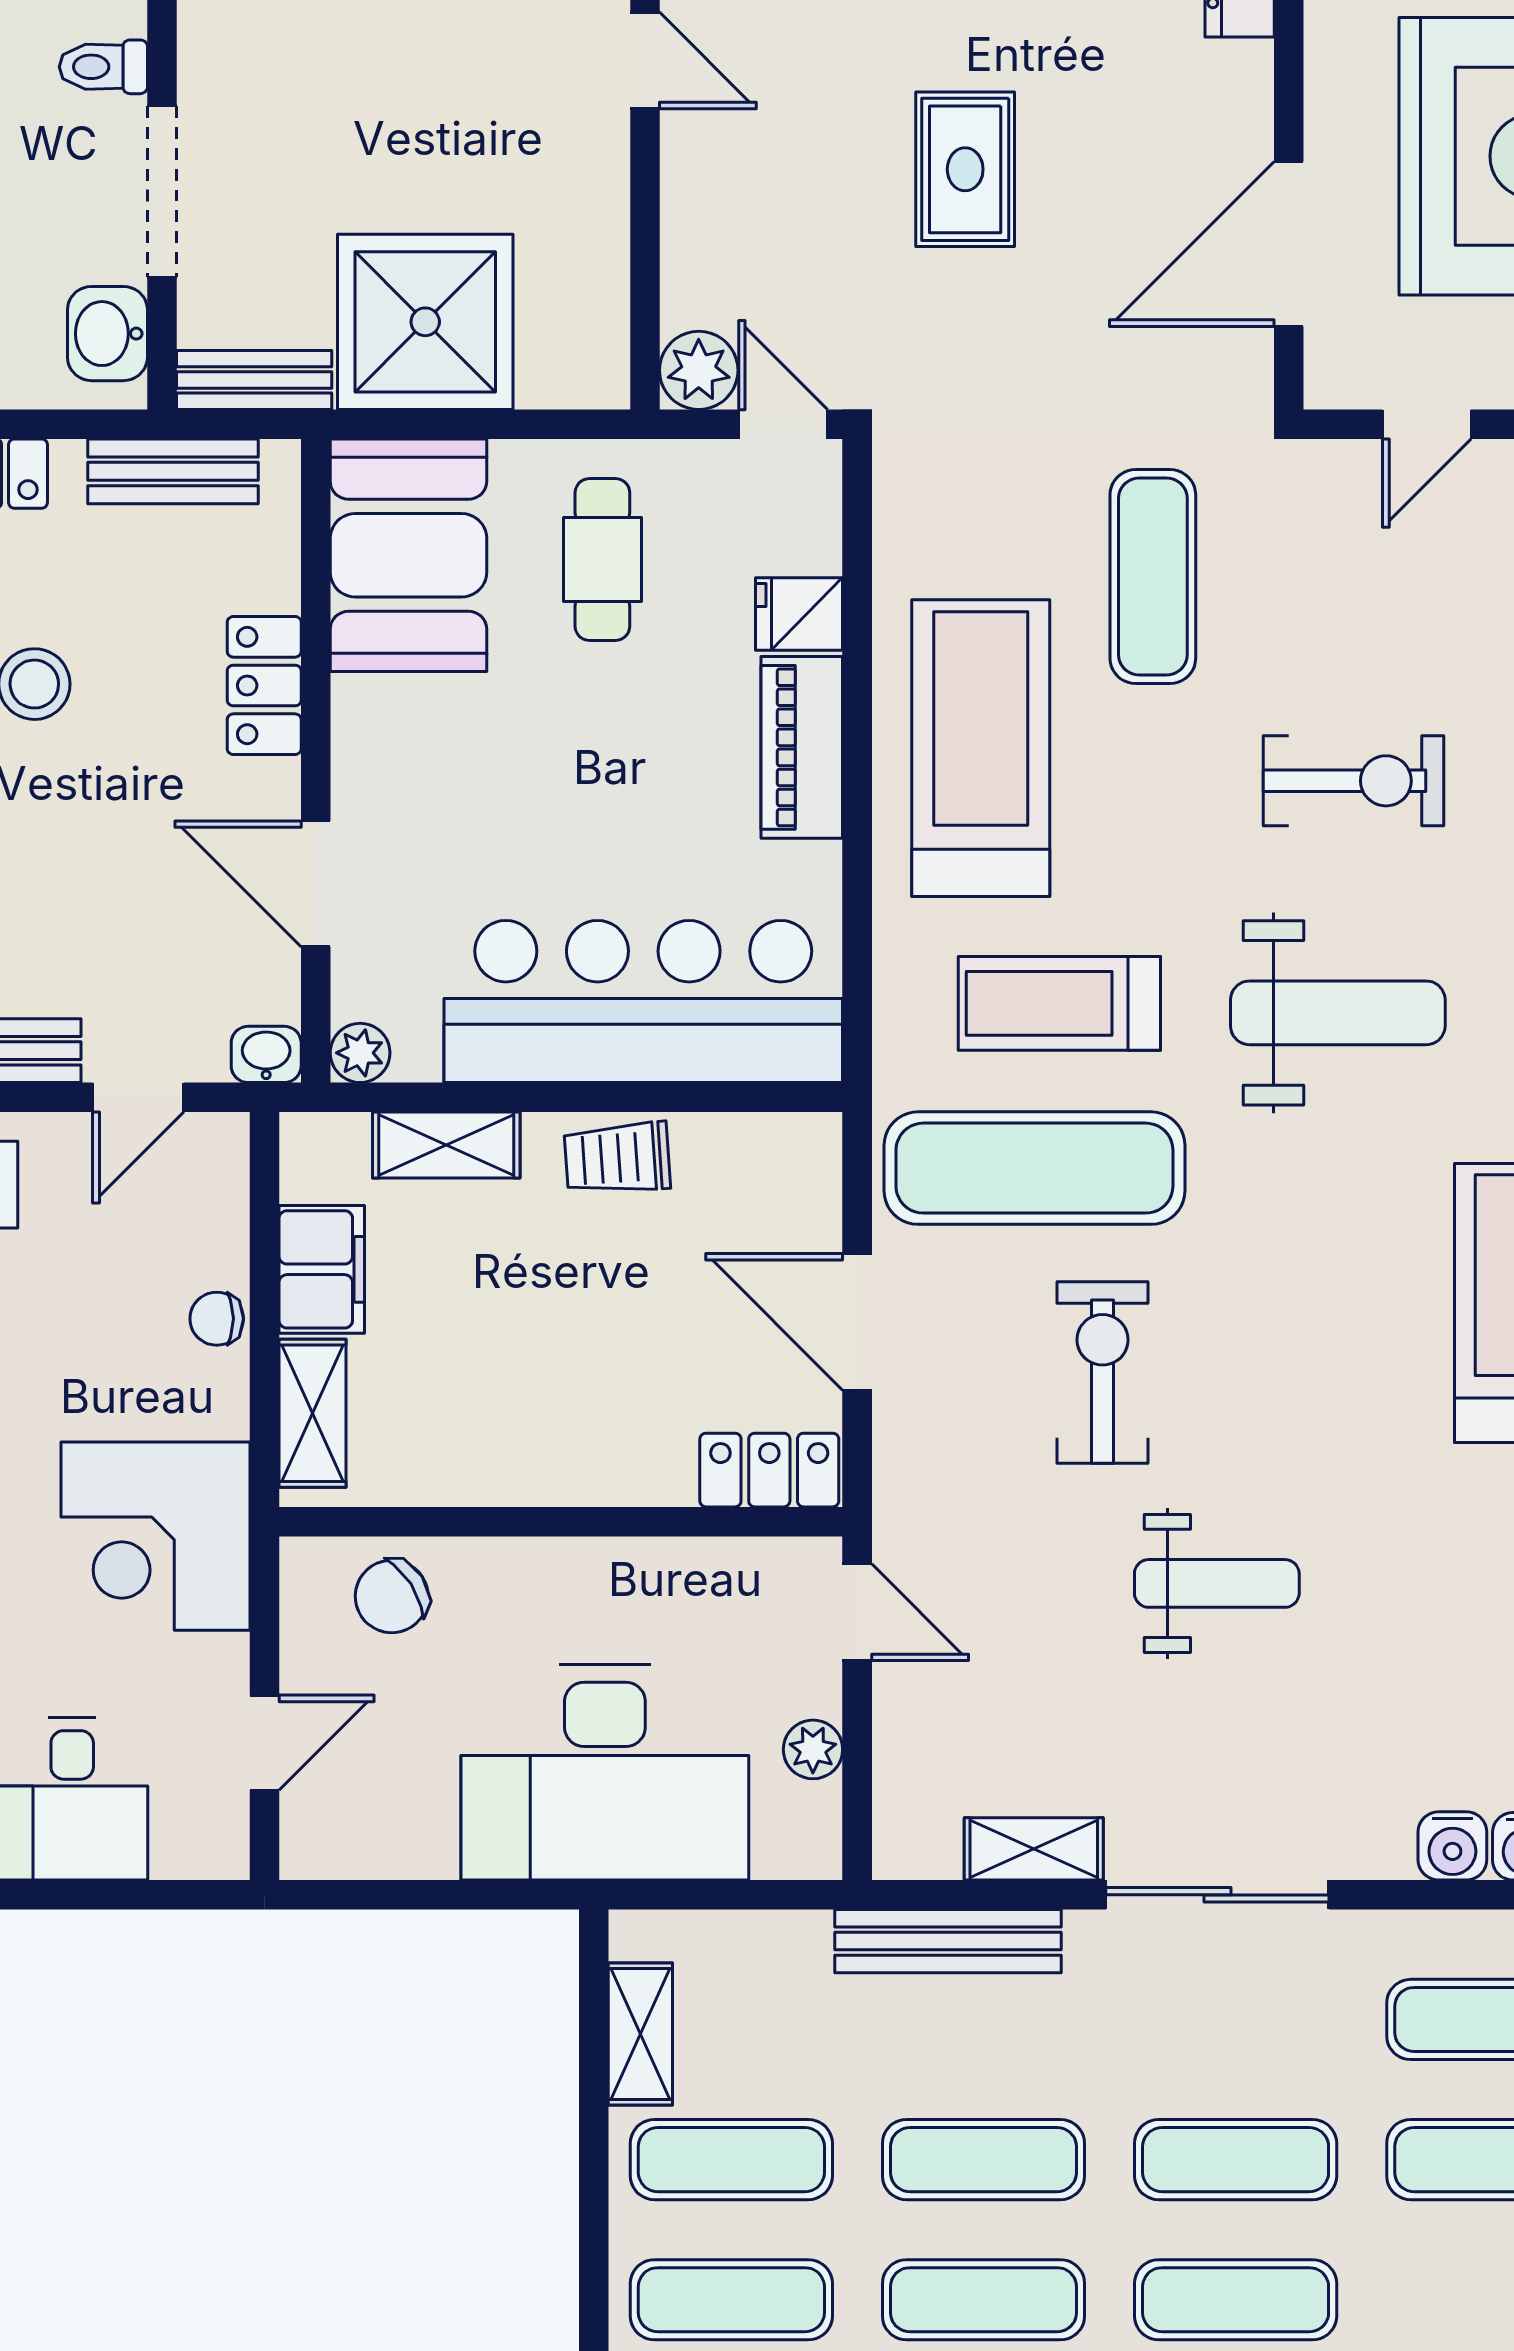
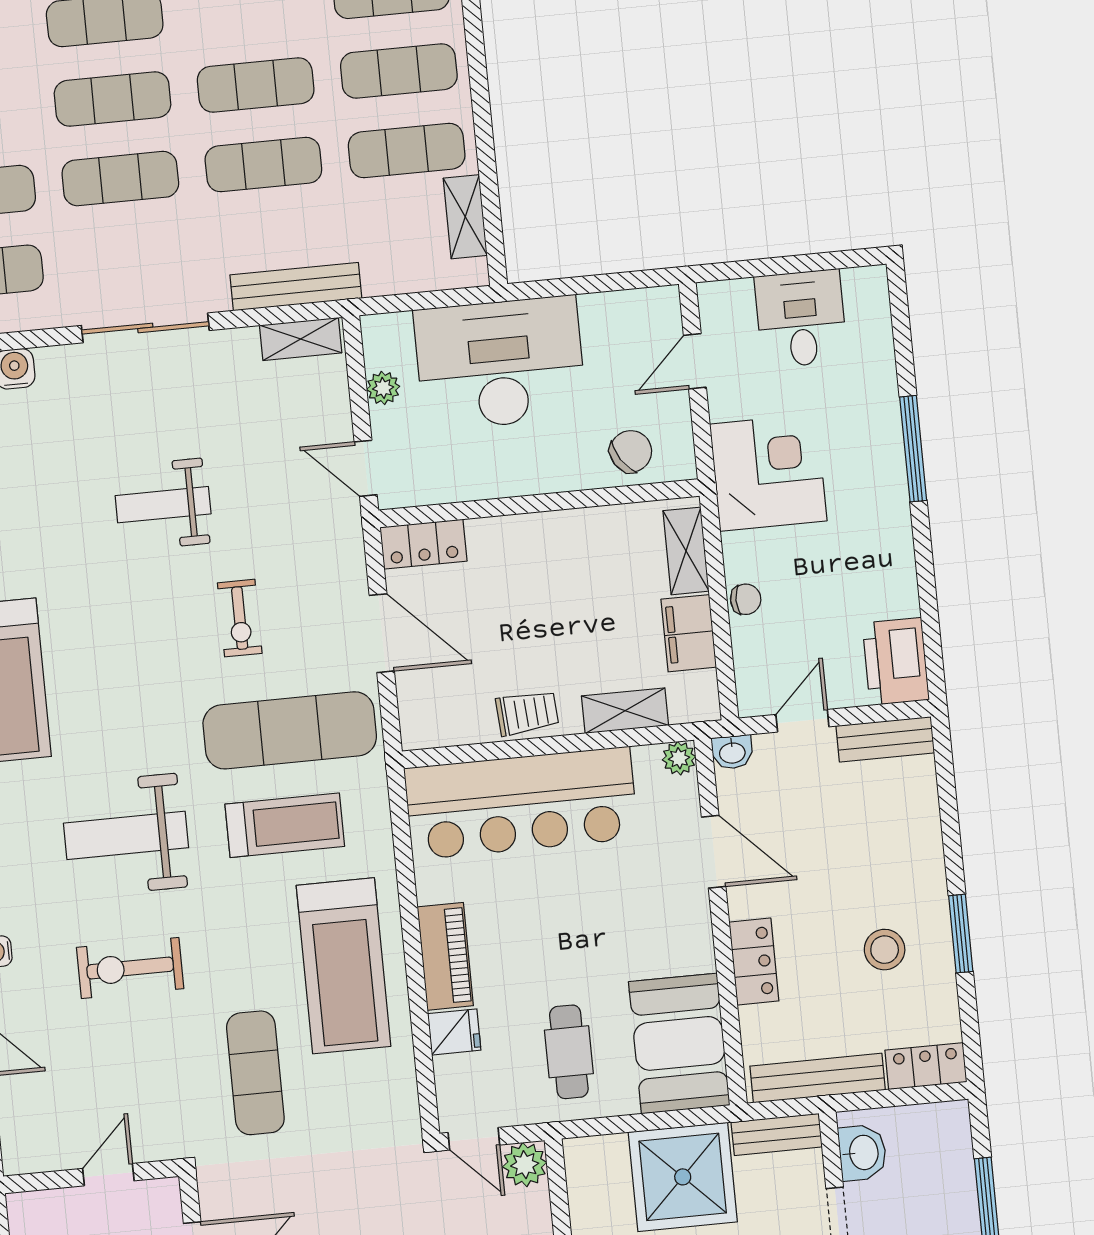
bench: (173, 471) -> (818, 1078), width x1.36
exercise bike: (1103, 1372) -> (240, 618), width x0.73, depth x0.72
shelving: (1034, 1849) -> (301, 339), moved

